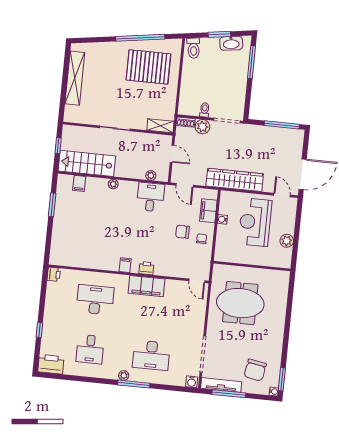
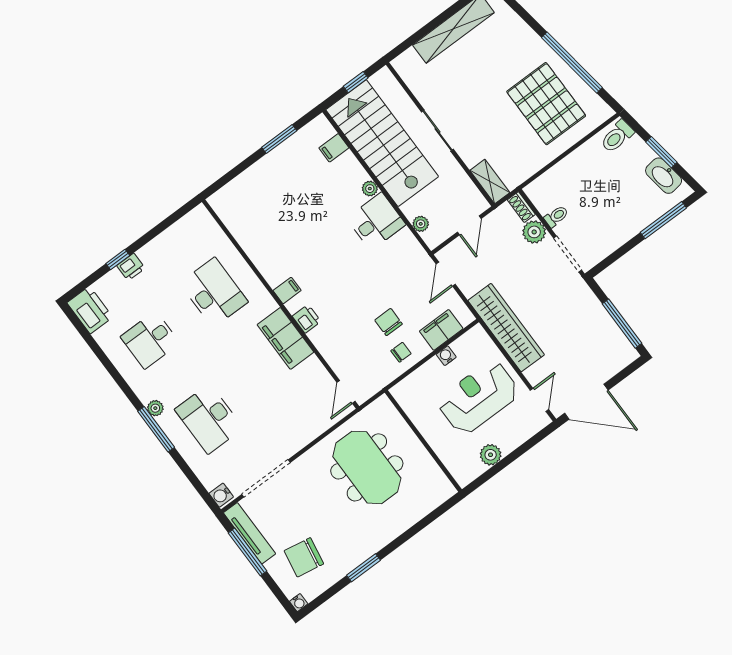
stairs: (87, 163) -> (382, 143), width x1.36, depth x1.51
desk: (151, 197) -> (376, 221), moved
printer: (54, 274) -> (131, 267), moved
window: (282, 379) -> (363, 568), moved

